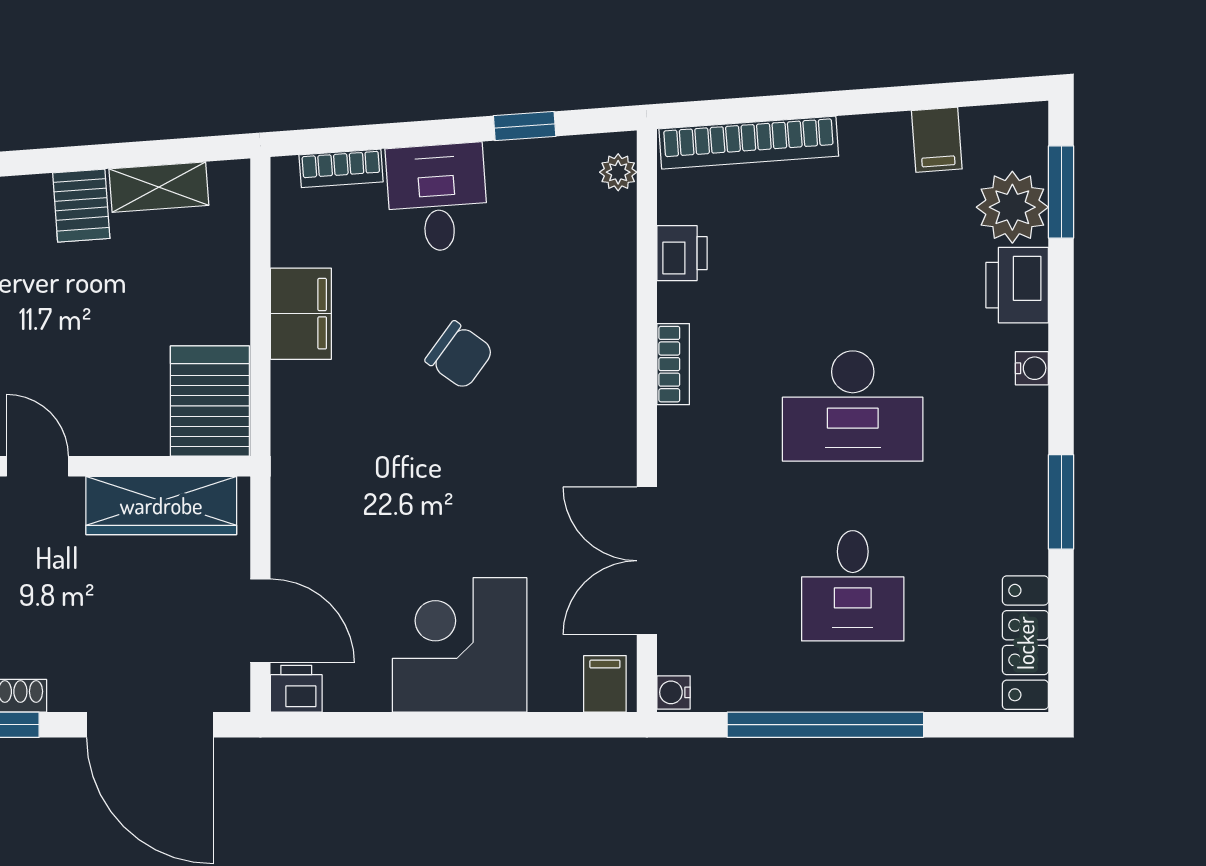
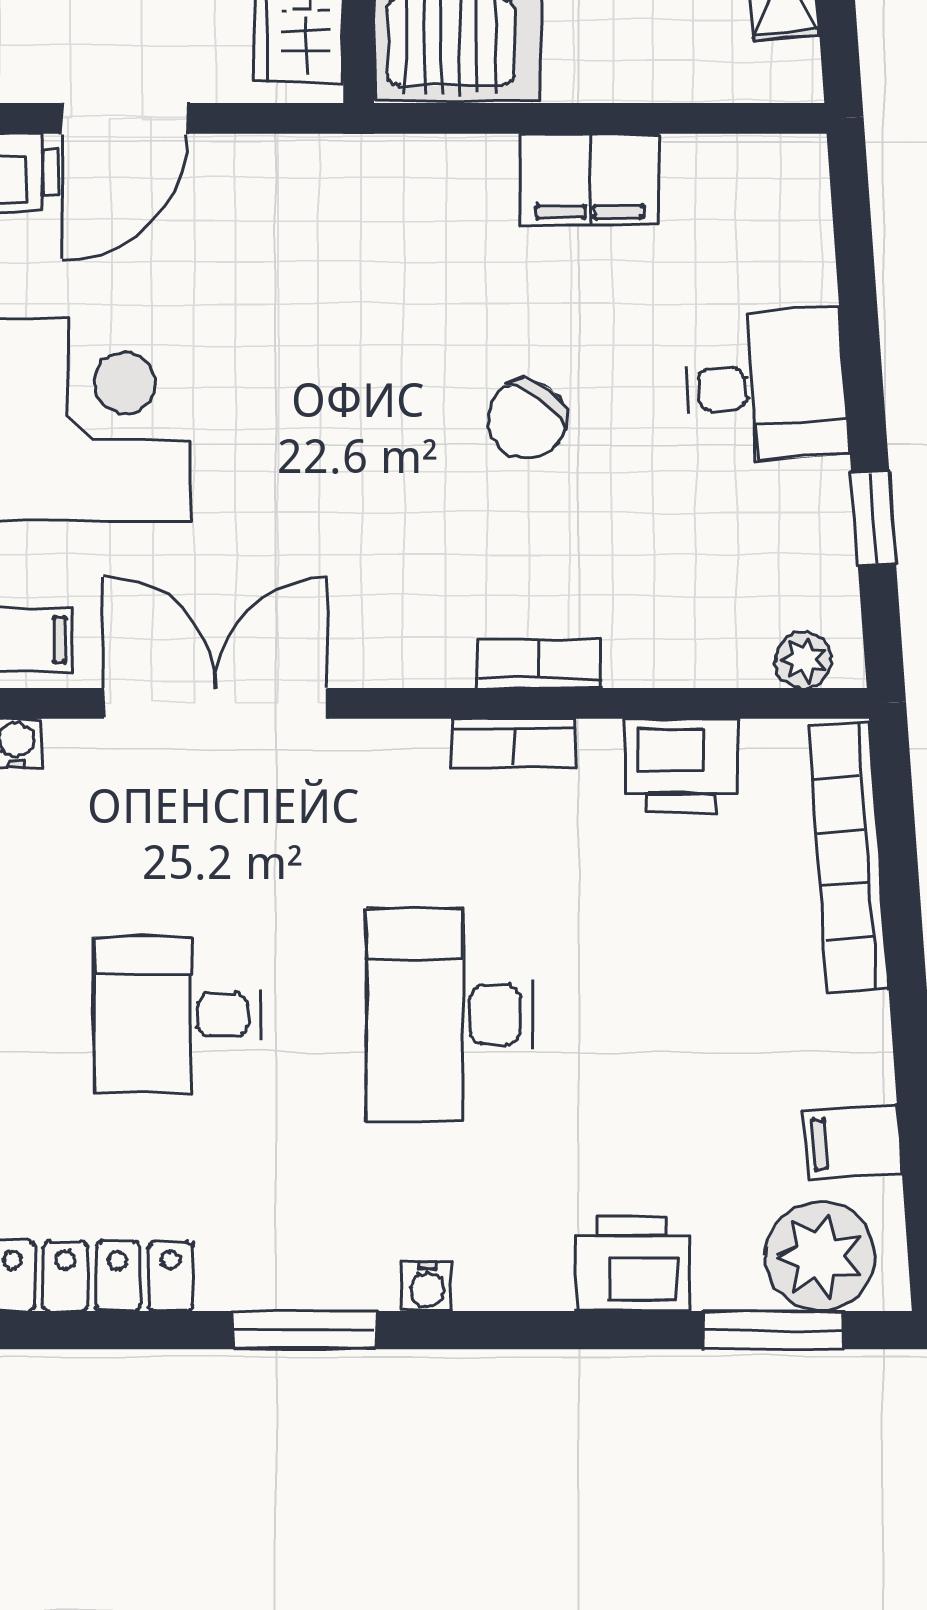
bookcase: (341, 168) -> (539, 663), moved, turned 94
plant: (1012, 207) -> (820, 1256), moved
printer: (682, 253) -> (681, 765), width x1.36, depth x1.24
water cooler: (1032, 368) -> (427, 1286), moved

